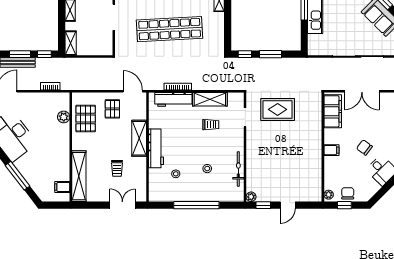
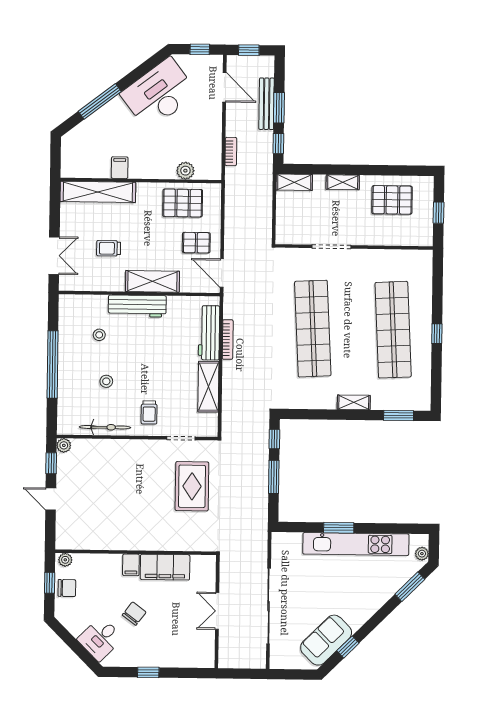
door: (133, 91) -> (222, 273), swing flipped
double door: (362, 91) -> (217, 611), width x0.73
filing cabinet: (333, 111) -> (165, 567), moved
trolley: (211, 125) -> (149, 412), moved
filing cabinet: (62, 187) -> (120, 168), moved

